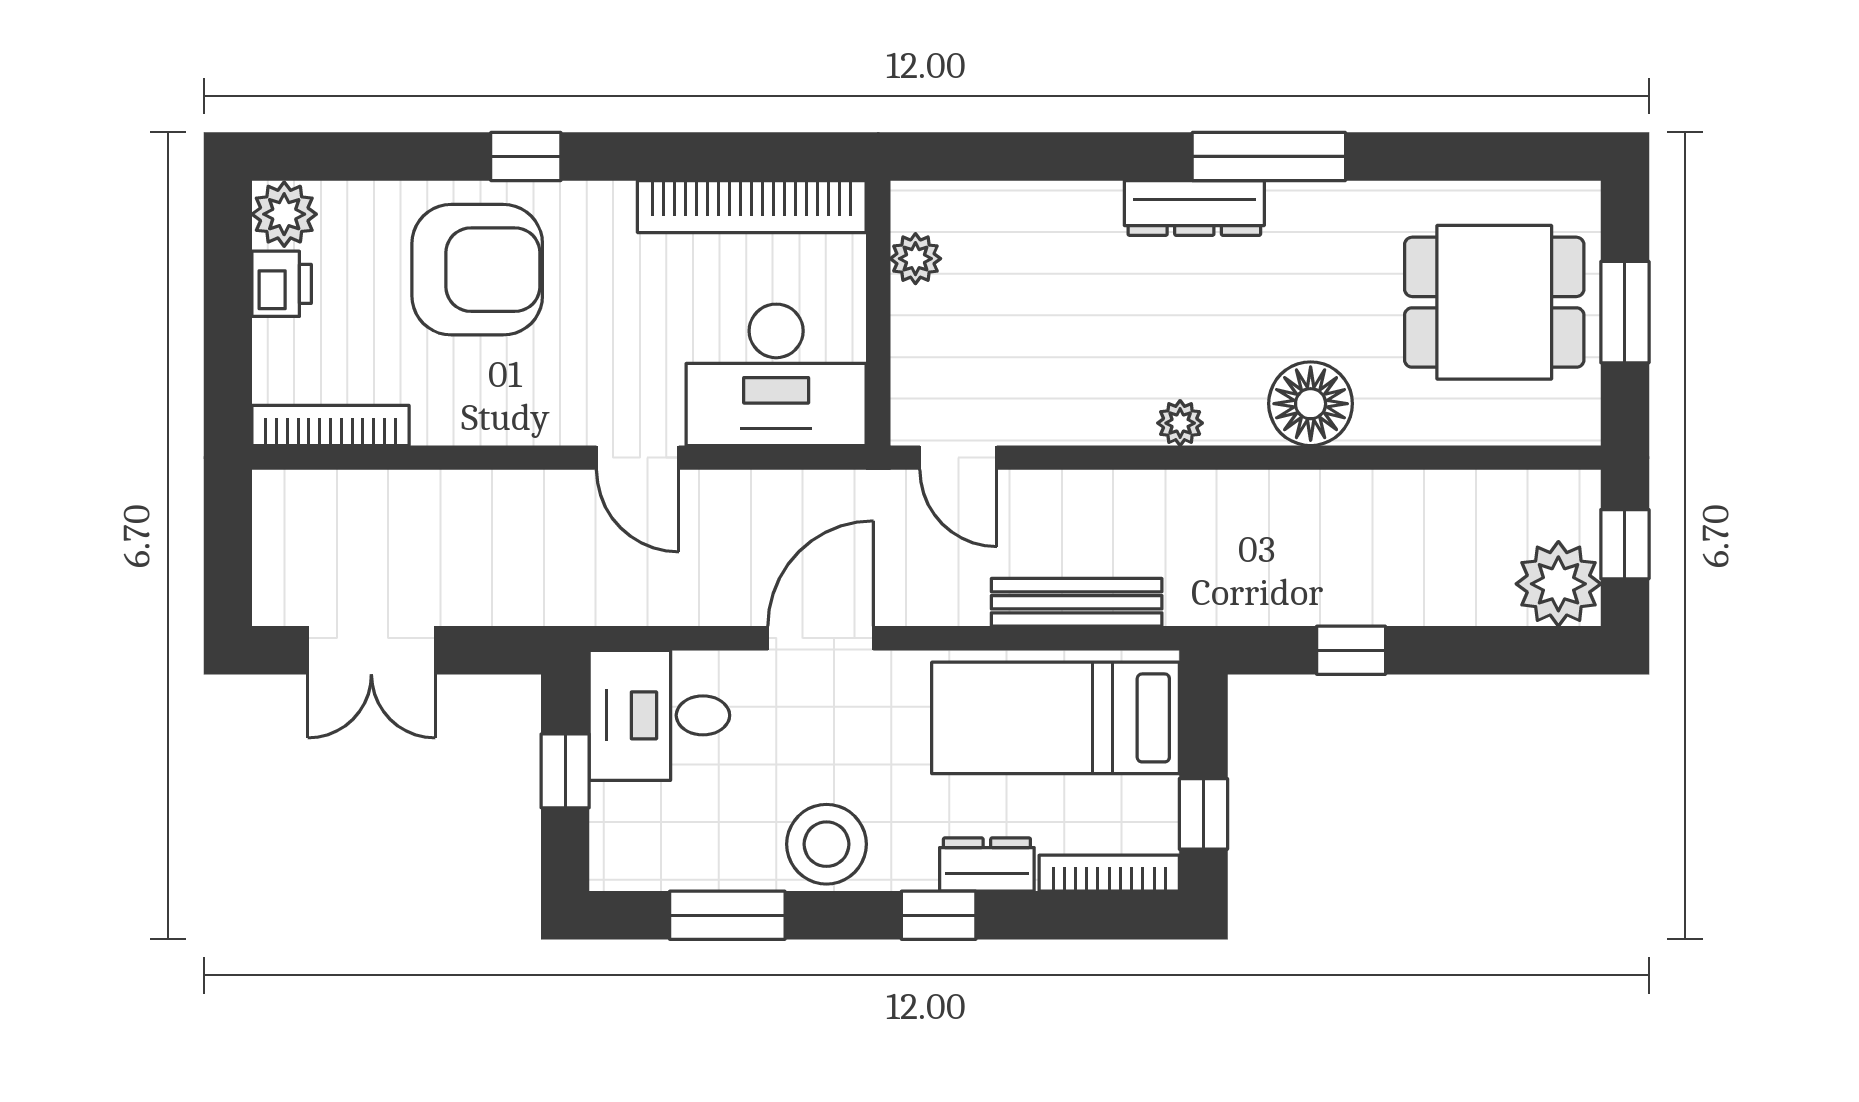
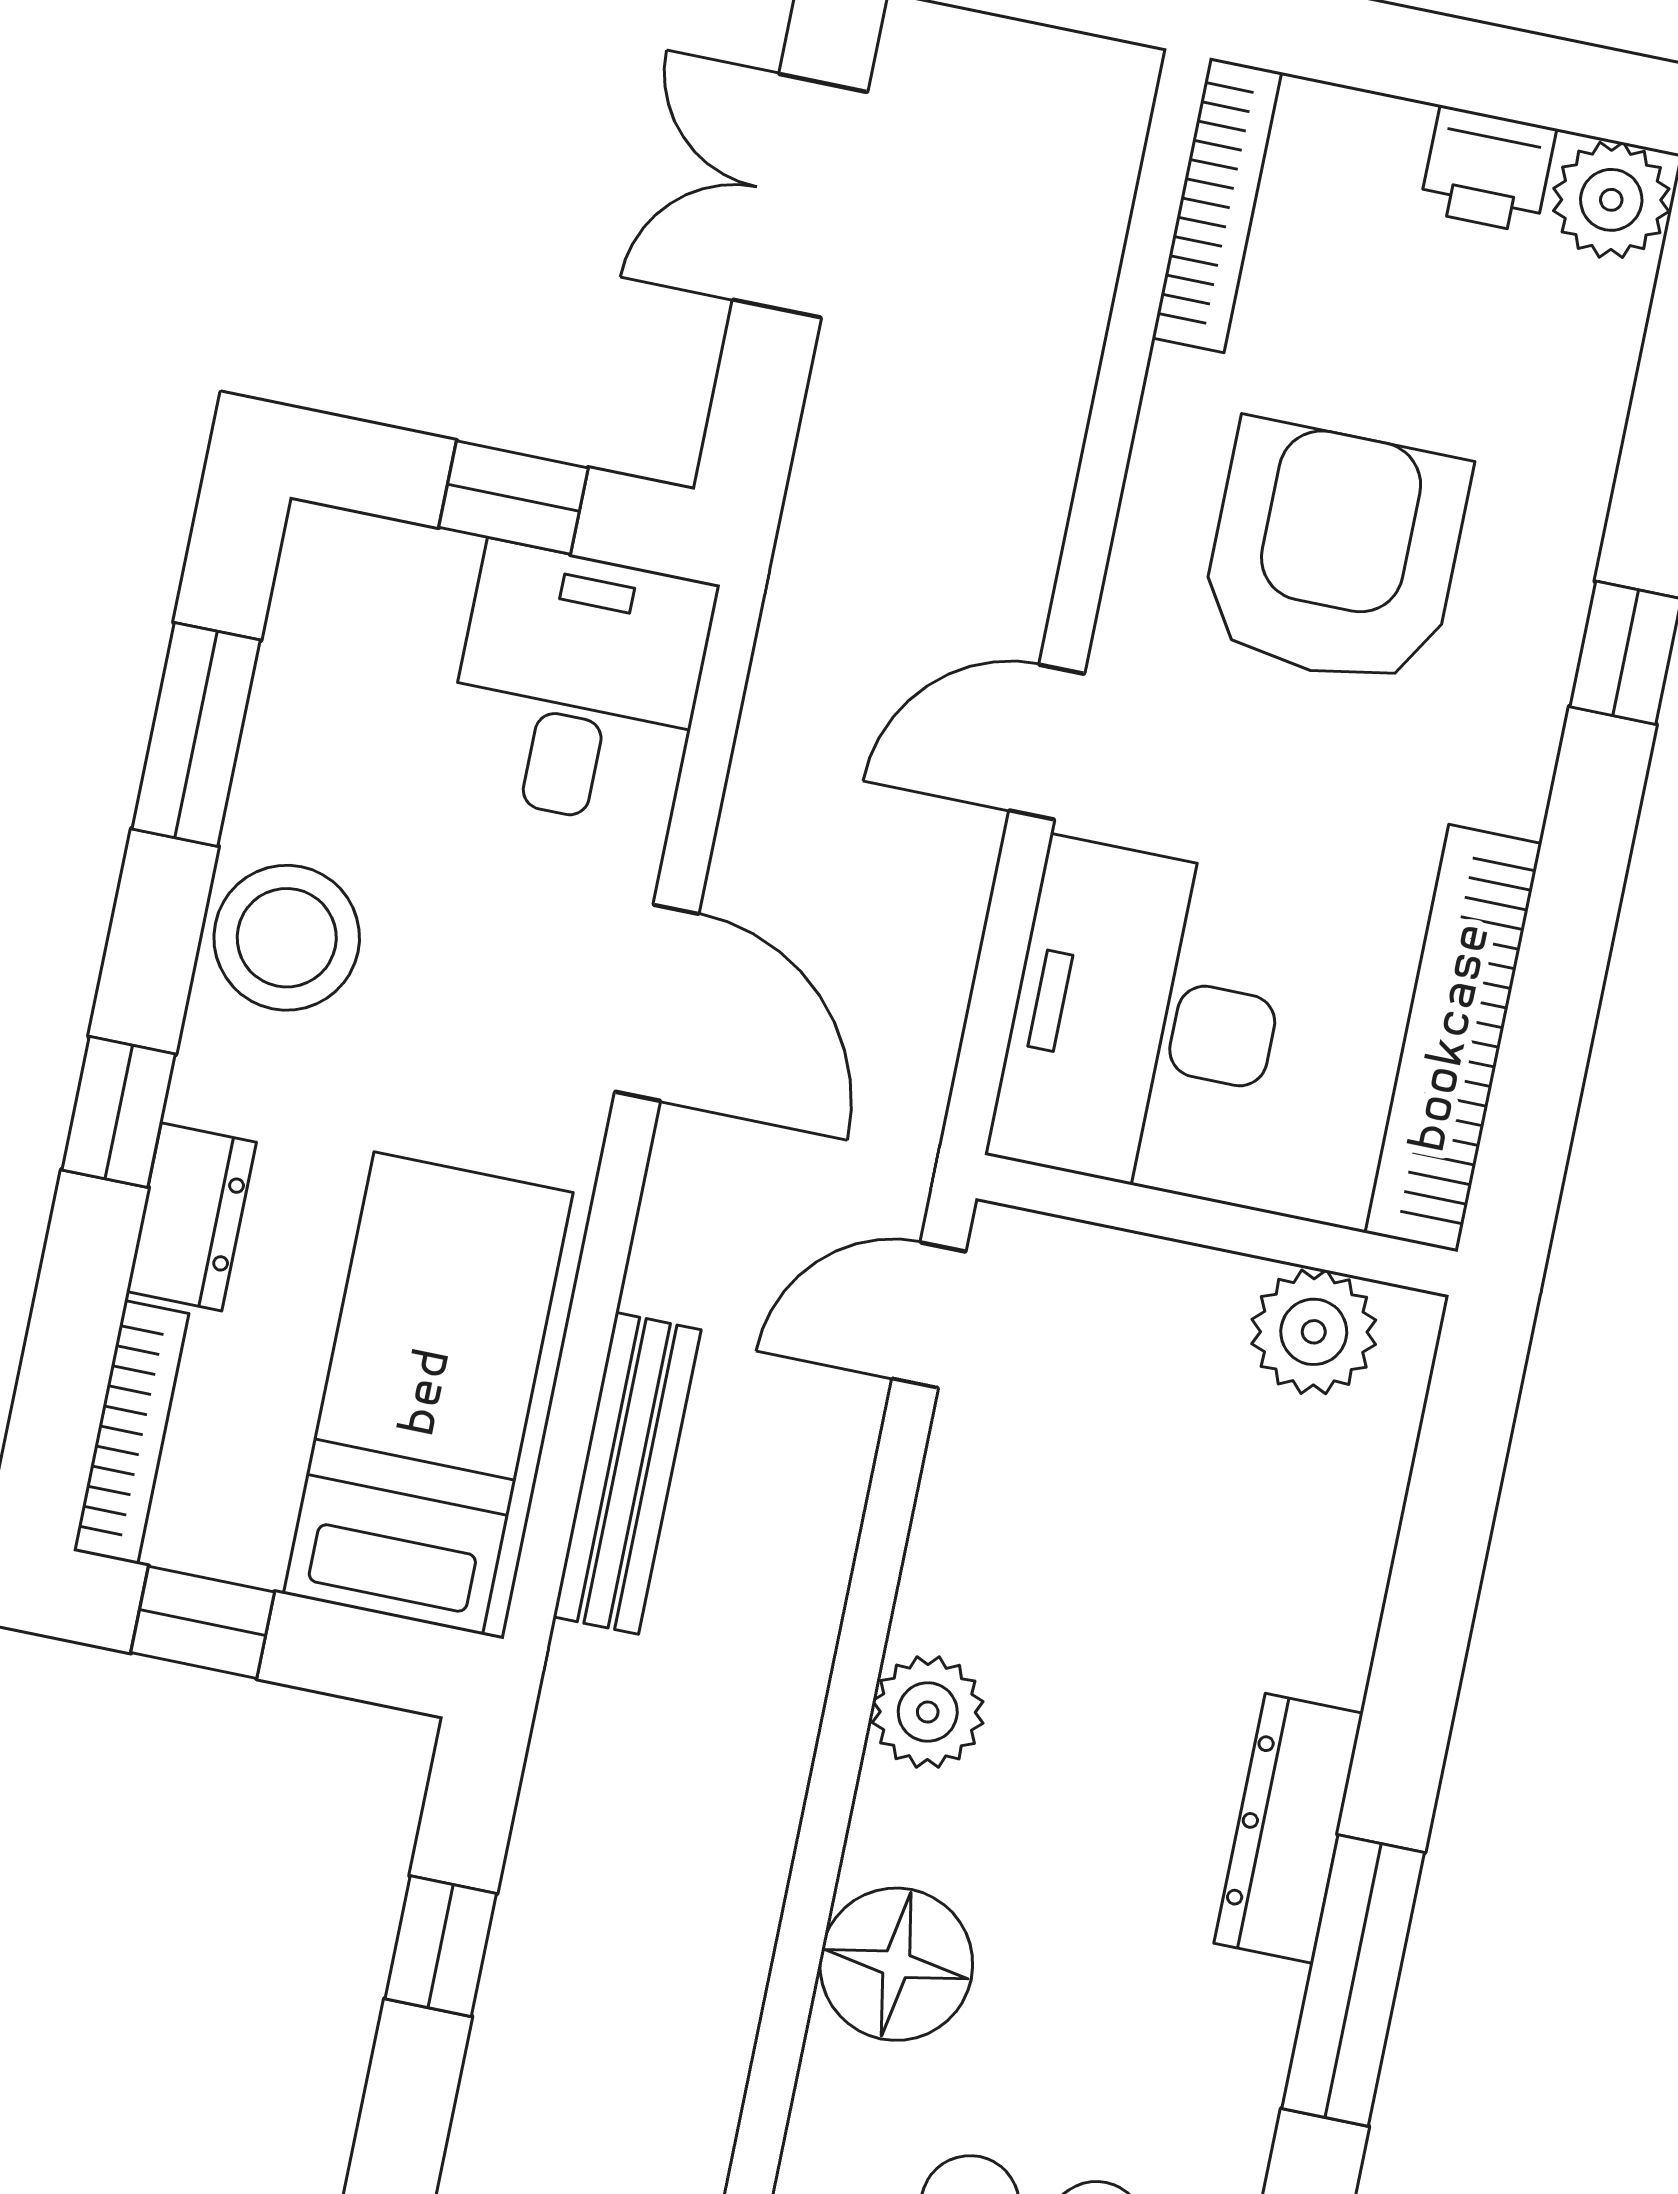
plant: (915, 259) -> (1314, 1332), width x1.38, depth x1.38
armchair: (477, 270) -> (1334, 554), moved, turned 180
plant: (1180, 423) -> (928, 1712), width x1.38, depth x1.38

